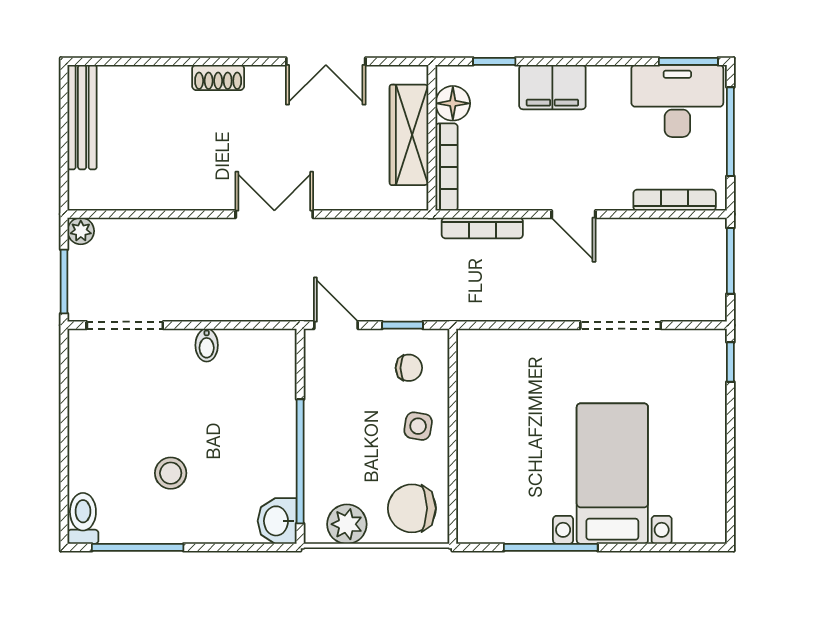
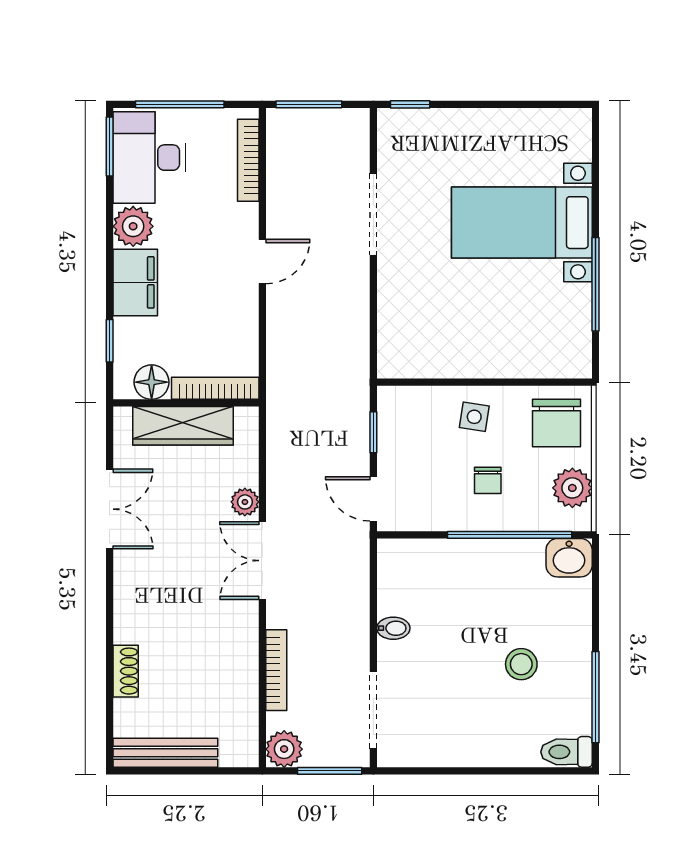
shoe rack: (218, 77) -> (126, 671), moved
plant: (609, 85) -> (133, 226), added
plant: (333, 197) -> (245, 502), added
bookcase: (482, 228) -> (276, 670), moved
plant: (81, 231) -> (284, 749), width x1.38, depth x1.38
door: (336, 325) -> (373, 499), hinge flipped
chair: (409, 368) -> (488, 480), moved, turned 180

